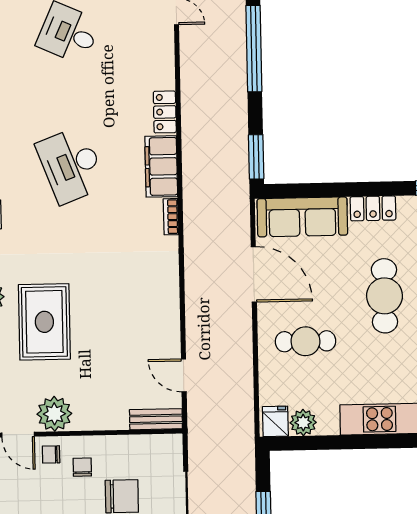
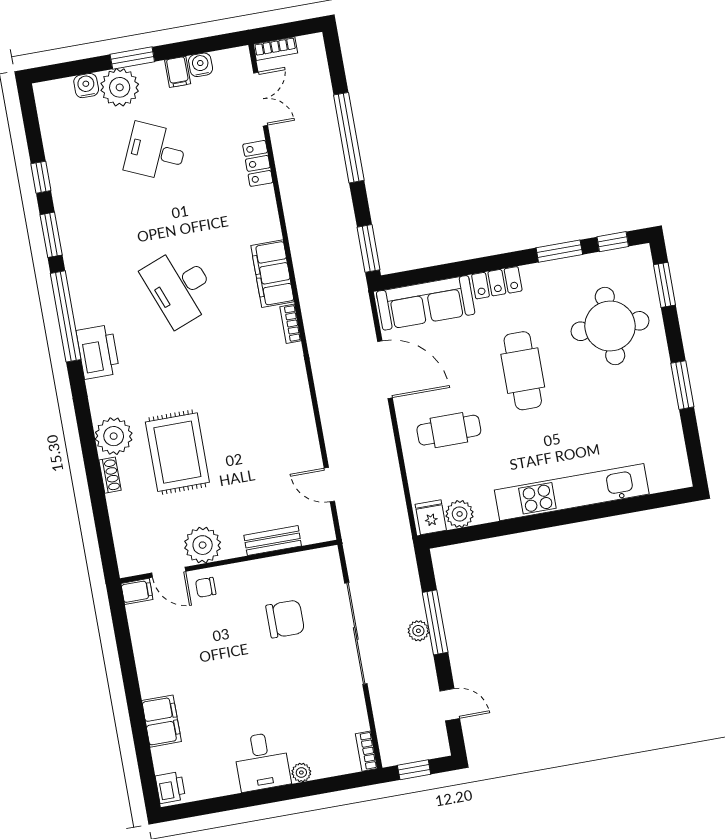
locker: (165, 112) -> (258, 163), moved
bench: (156, 419) -> (273, 541), moved
chair: (82, 467) -> (240, 595), removed

